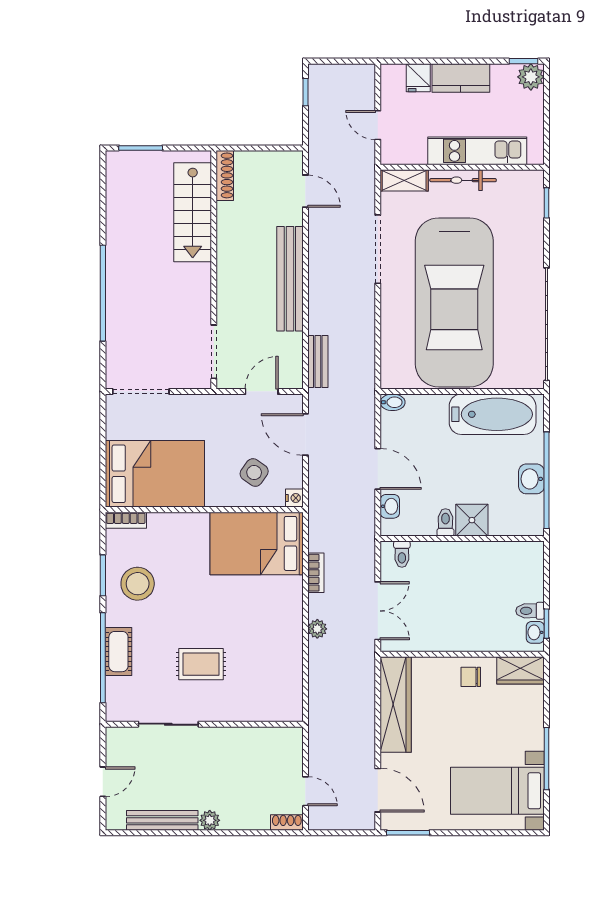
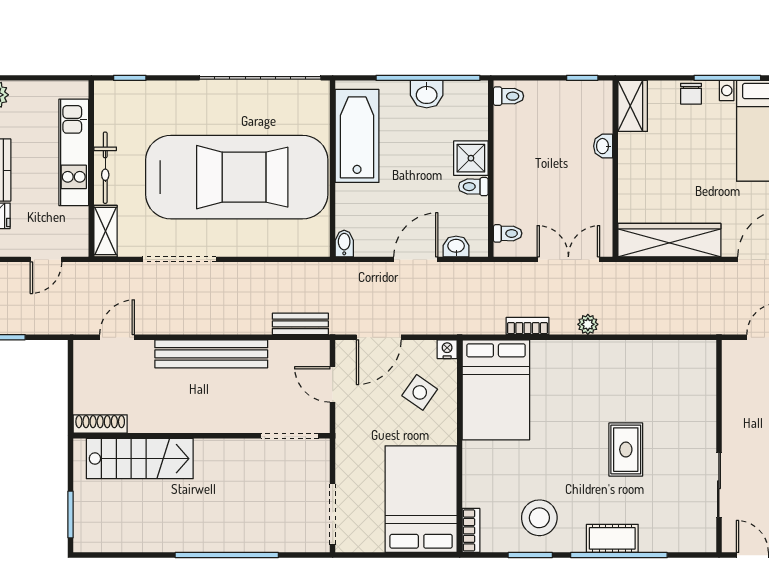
toilet: (530, 611) -> (508, 96), moved, turned -90
washbasin: (535, 632) -> (603, 146), moved, turned 90
chair: (471, 677) -> (691, 94), moved
sliding door: (168, 724) -> (719, 485), moved
wall: (204, 724) -> (719, 446), moved

